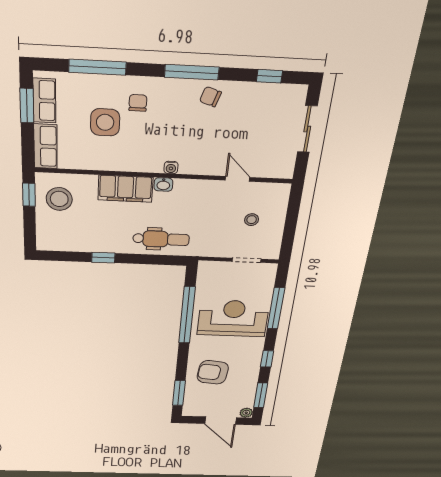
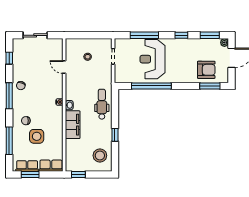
door: (237, 179) -> (64, 67), hinge flipped
stool: (59, 199) -> (100, 156), moved
armchair: (213, 372) -> (206, 70), moved, turned -96

